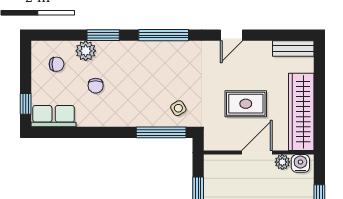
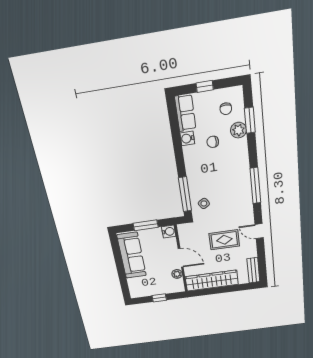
window: (103, 35) -> (250, 120), moved
window: (26, 104) -> (205, 86), moved
rug: (246, 104) -> (224, 240), moved, turned 90
water cooler: (86, 118) -> (187, 138), added
water cooler: (300, 163) -> (169, 232), moved

